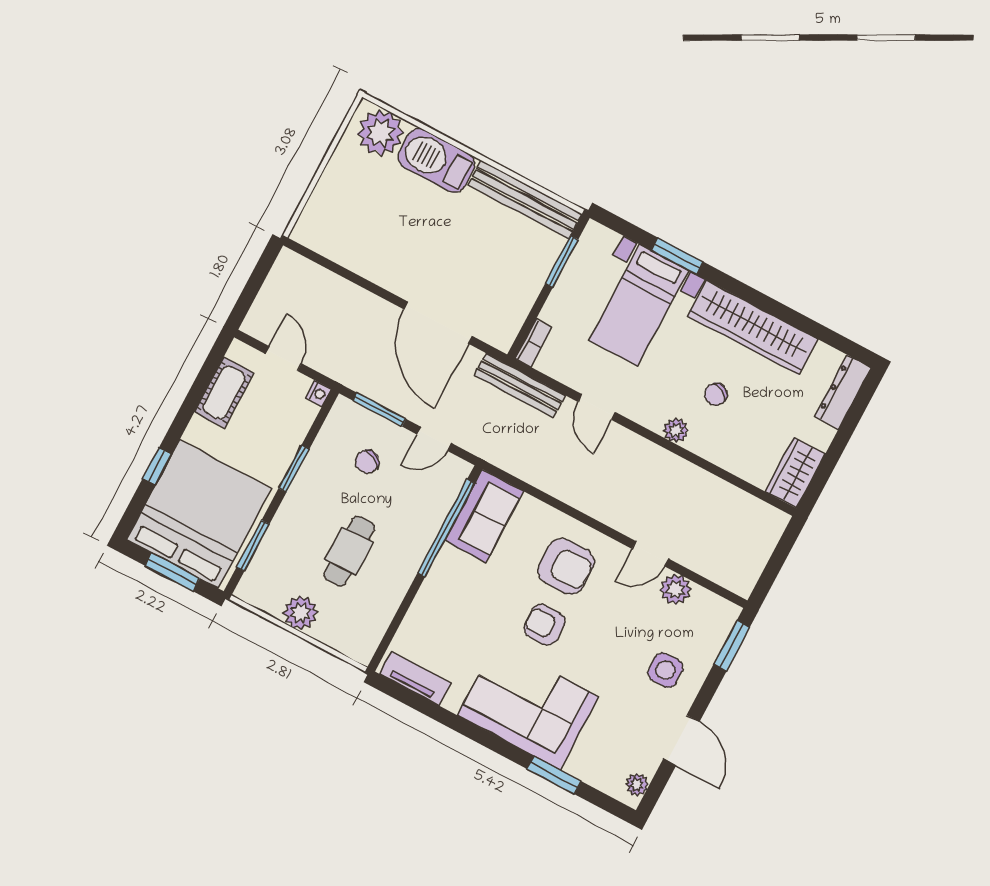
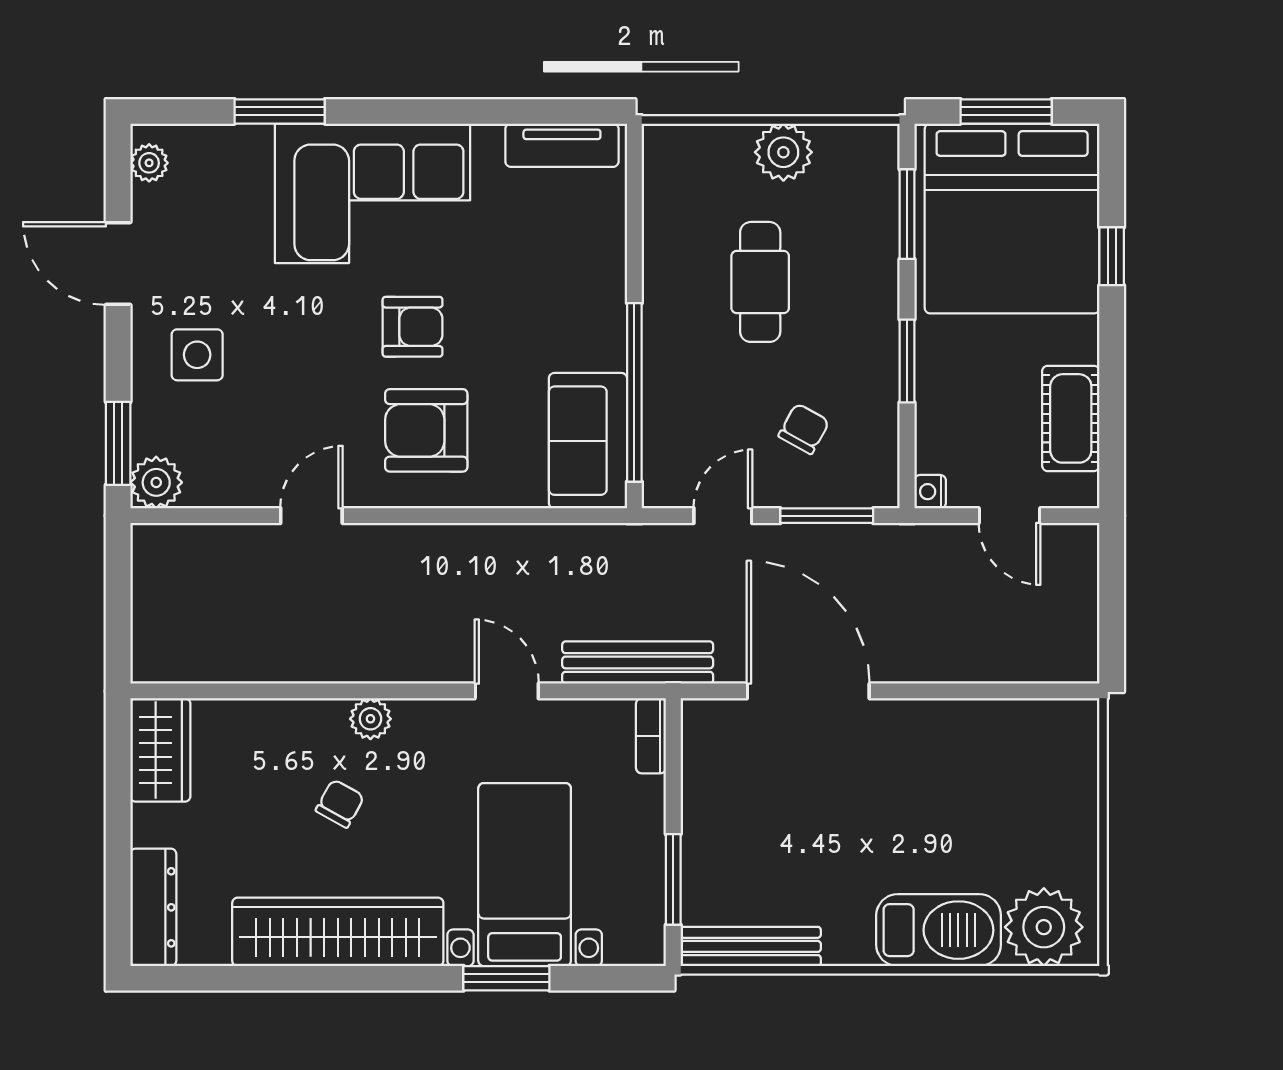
bench: (525, 199) -> (751, 946), width x0.73, depth x0.82
plant: (676, 589) -> (156, 482), moved

